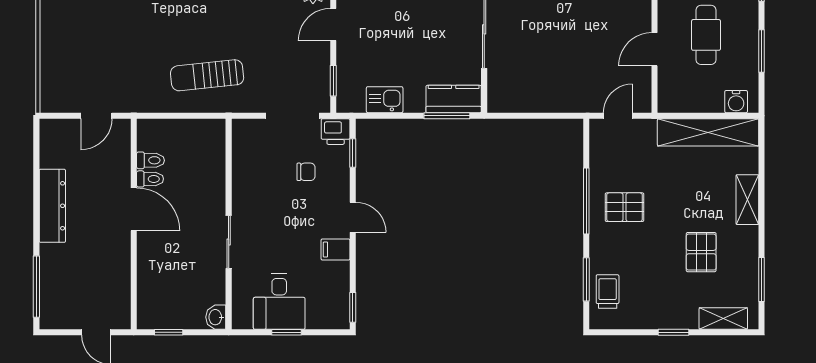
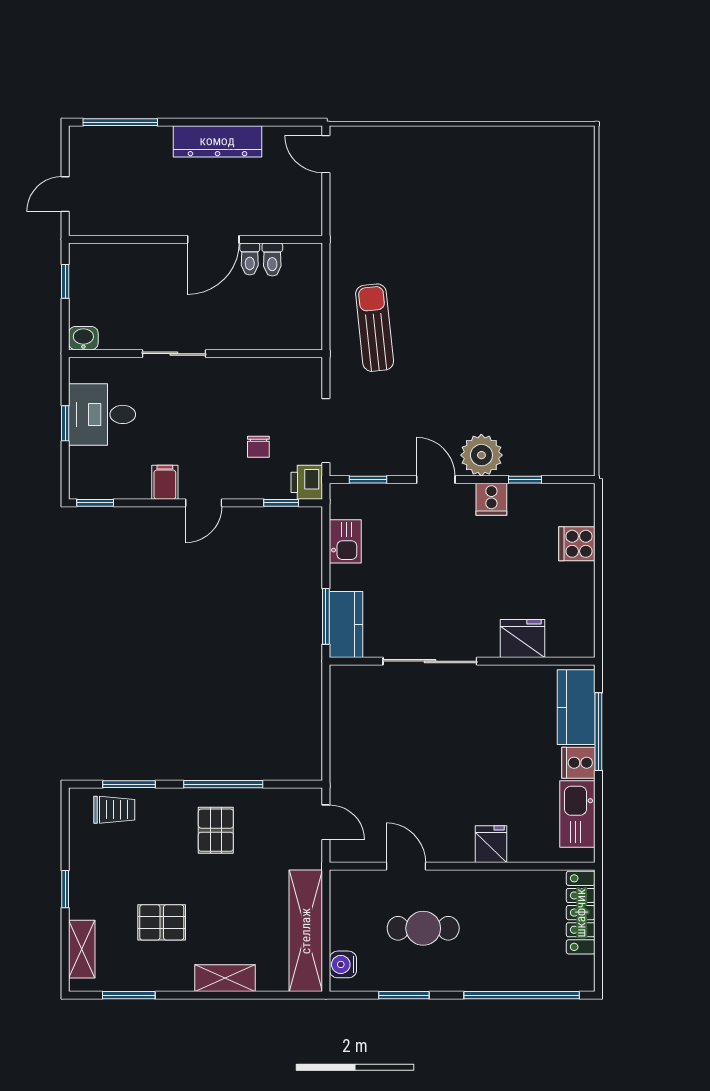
door: (96, 116) -> (326, 154), moved

